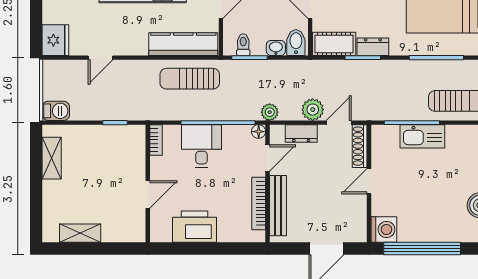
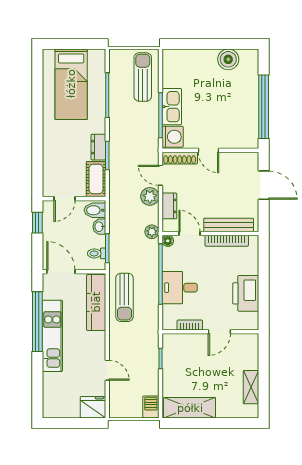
bookcase: (156, 140) -> (190, 325), moved
shelving: (52, 158) -> (190, 408), width x1.50, depth x1.33
door: (148, 194) -> (219, 332), swing flipped
washing machine: (384, 229) -> (173, 137), moved, turned 90

